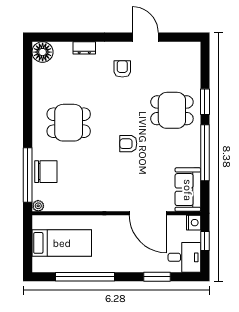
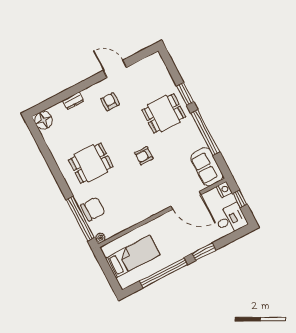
window: (157, 277) -> (204, 252), moved

